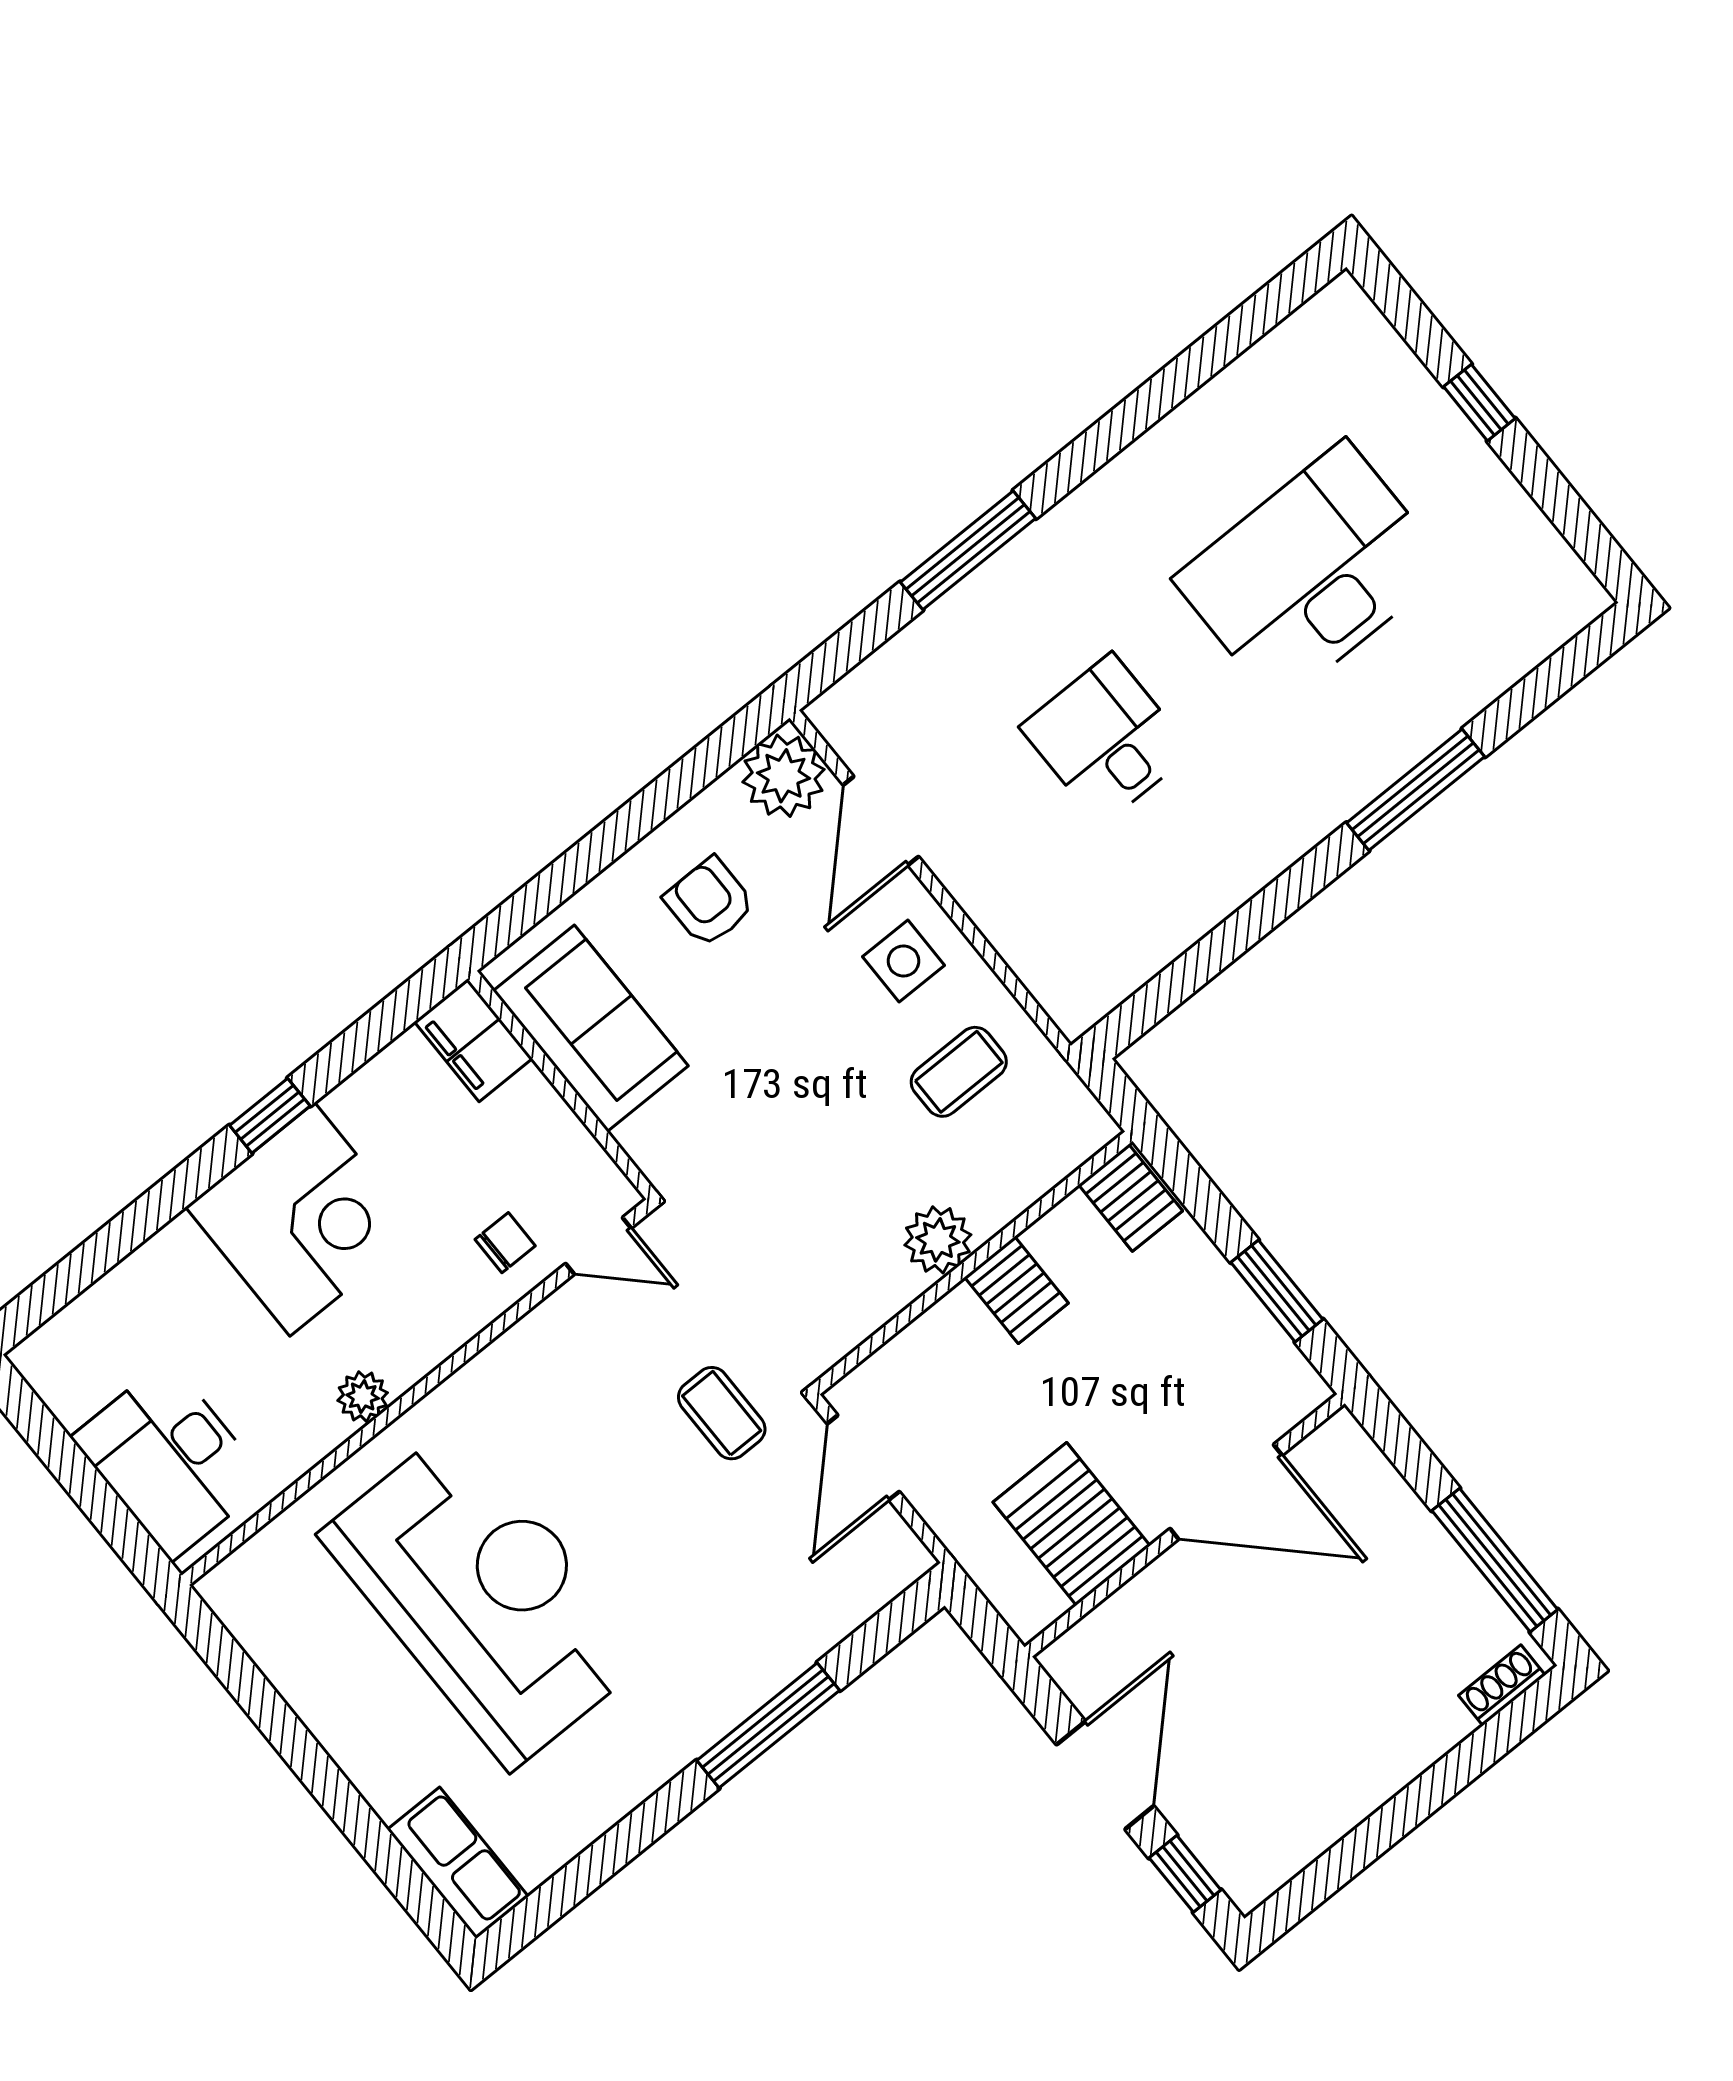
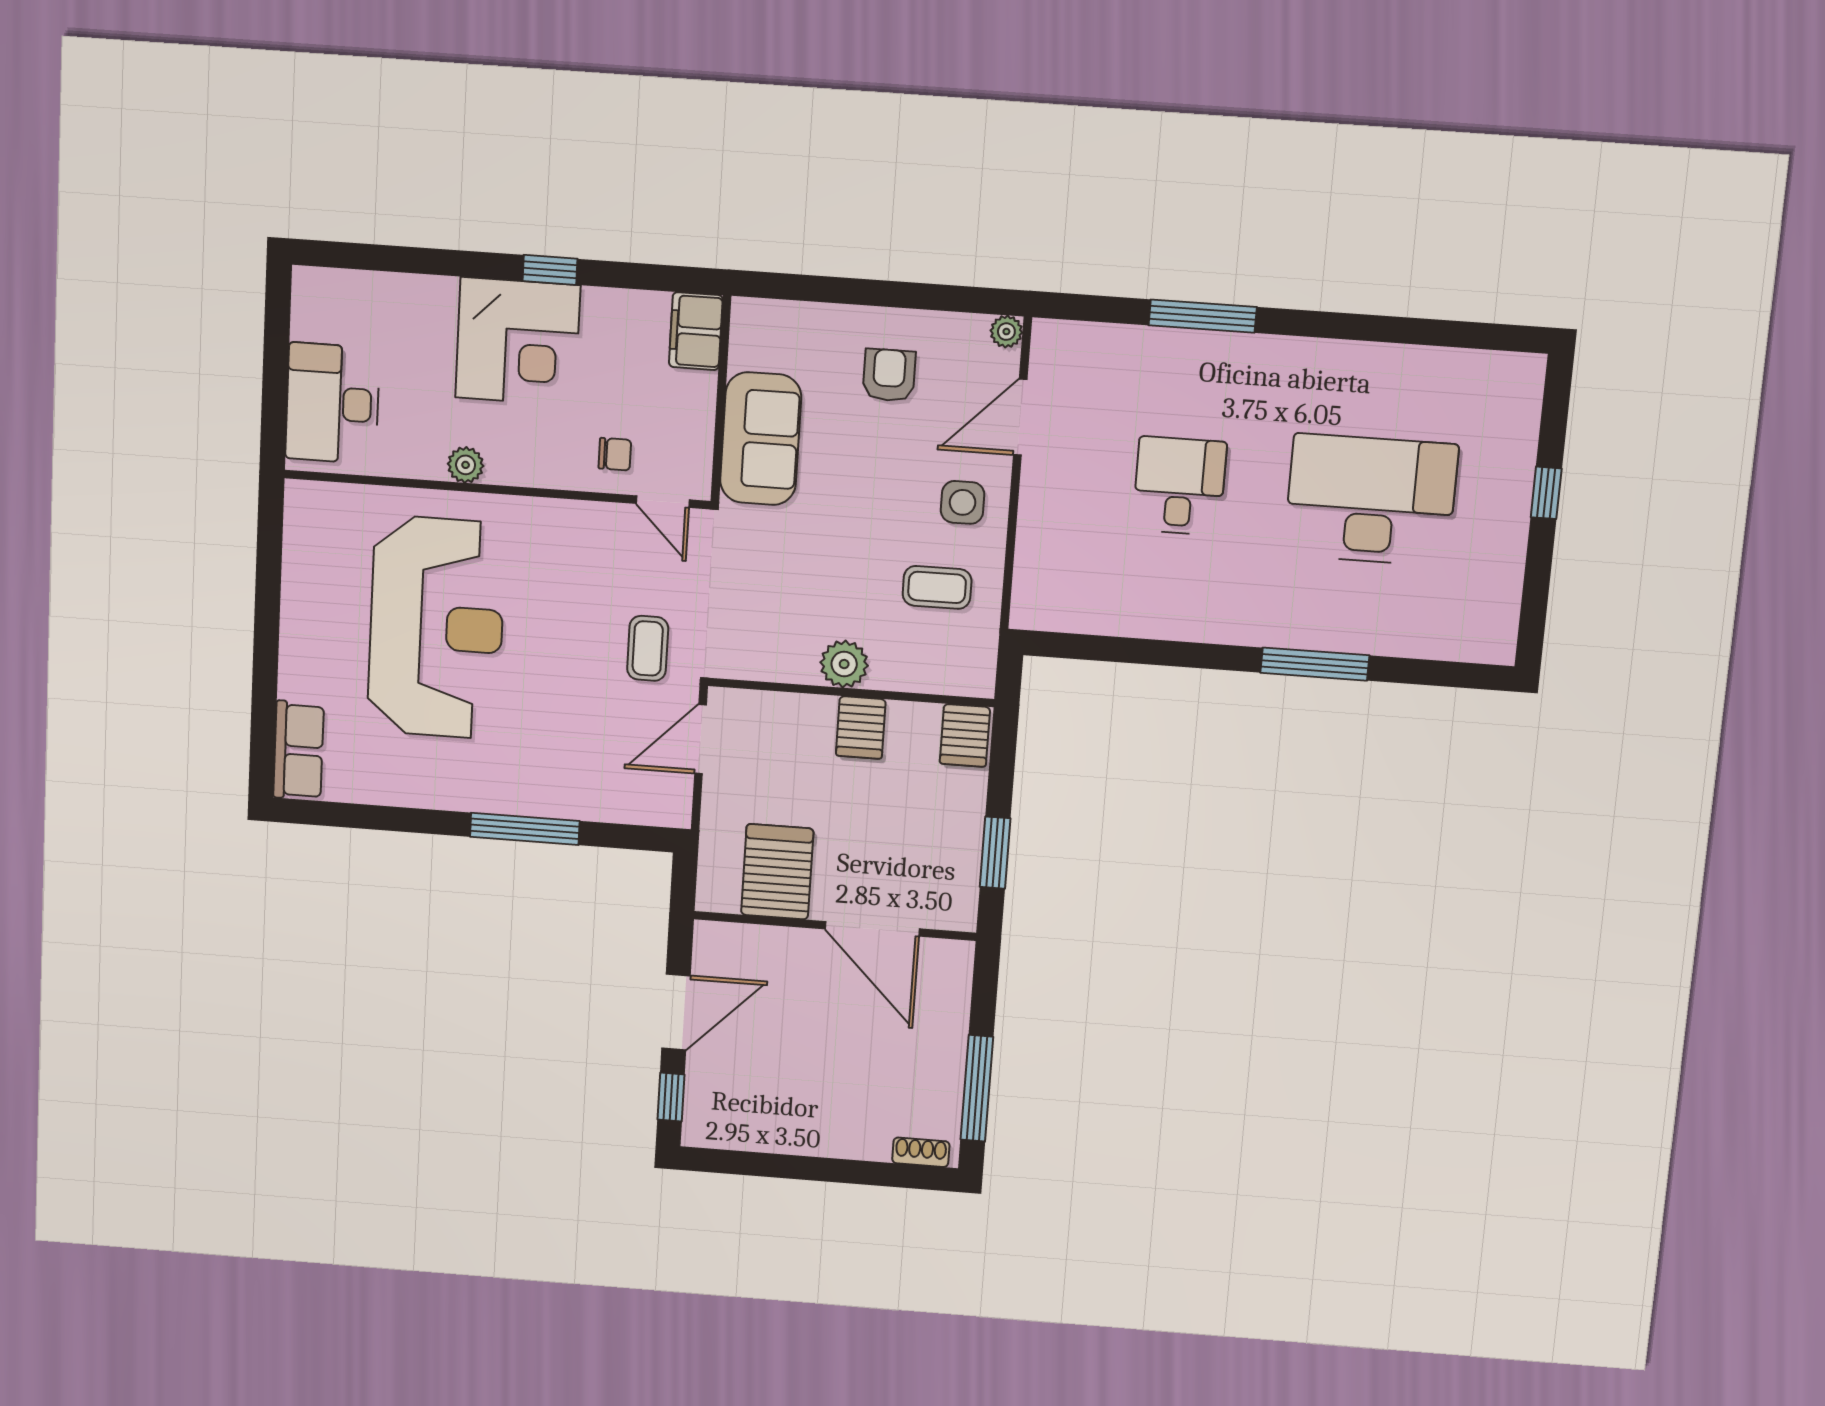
plant: (784, 776) -> (1006, 332), width x0.53, depth x0.53
sofa: (591, 1028) -> (761, 439), moved

